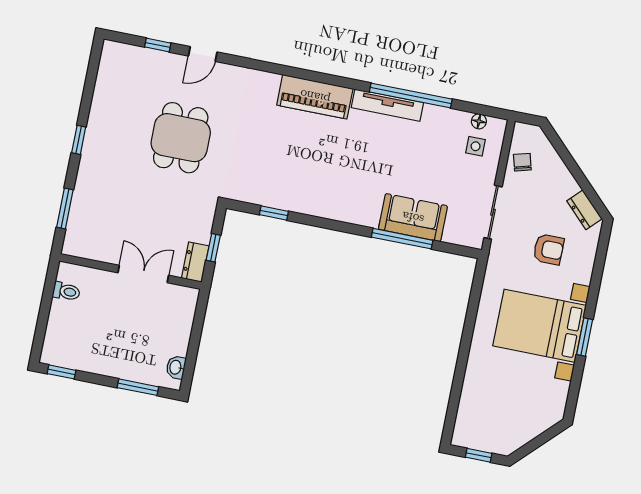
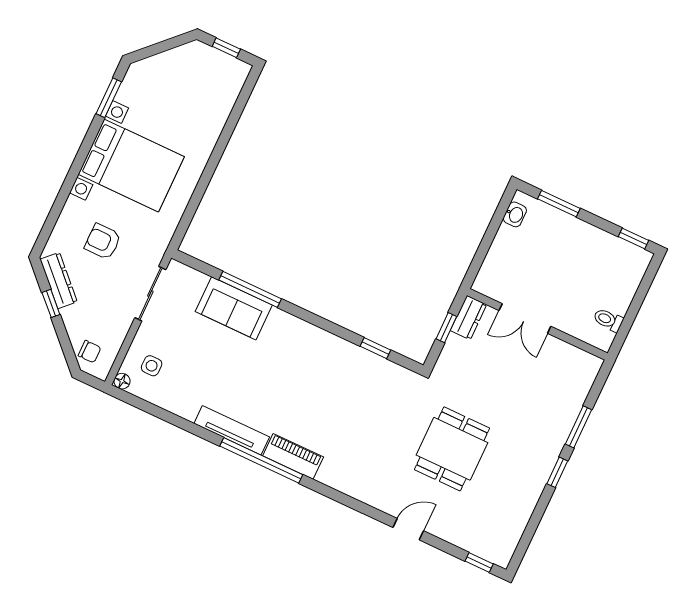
window: (158, 45) -> (479, 562), moved
window: (411, 96) -> (261, 460), moved
piano: (315, 97) -> (293, 456), width x0.73, depth x0.75
floor lamp: (479, 121) -> (122, 381), moved
chair: (522, 162) -> (90, 352), moved, turned -75
window: (582, 181) -> (51, 303), added
window: (65, 209) -> (579, 427), moved
dresser: (584, 210) -> (59, 281), width x1.44
window: (585, 337) -> (109, 98), moved

